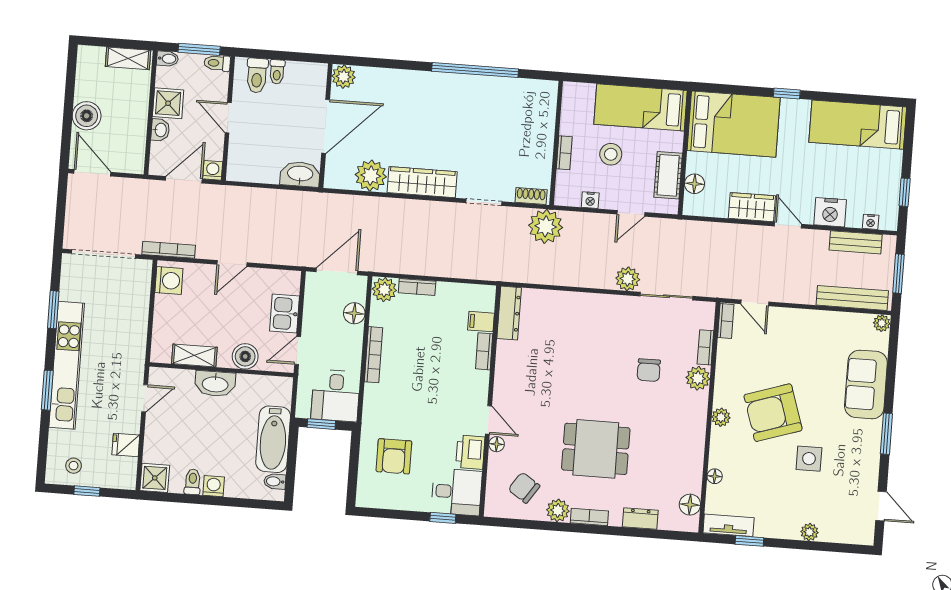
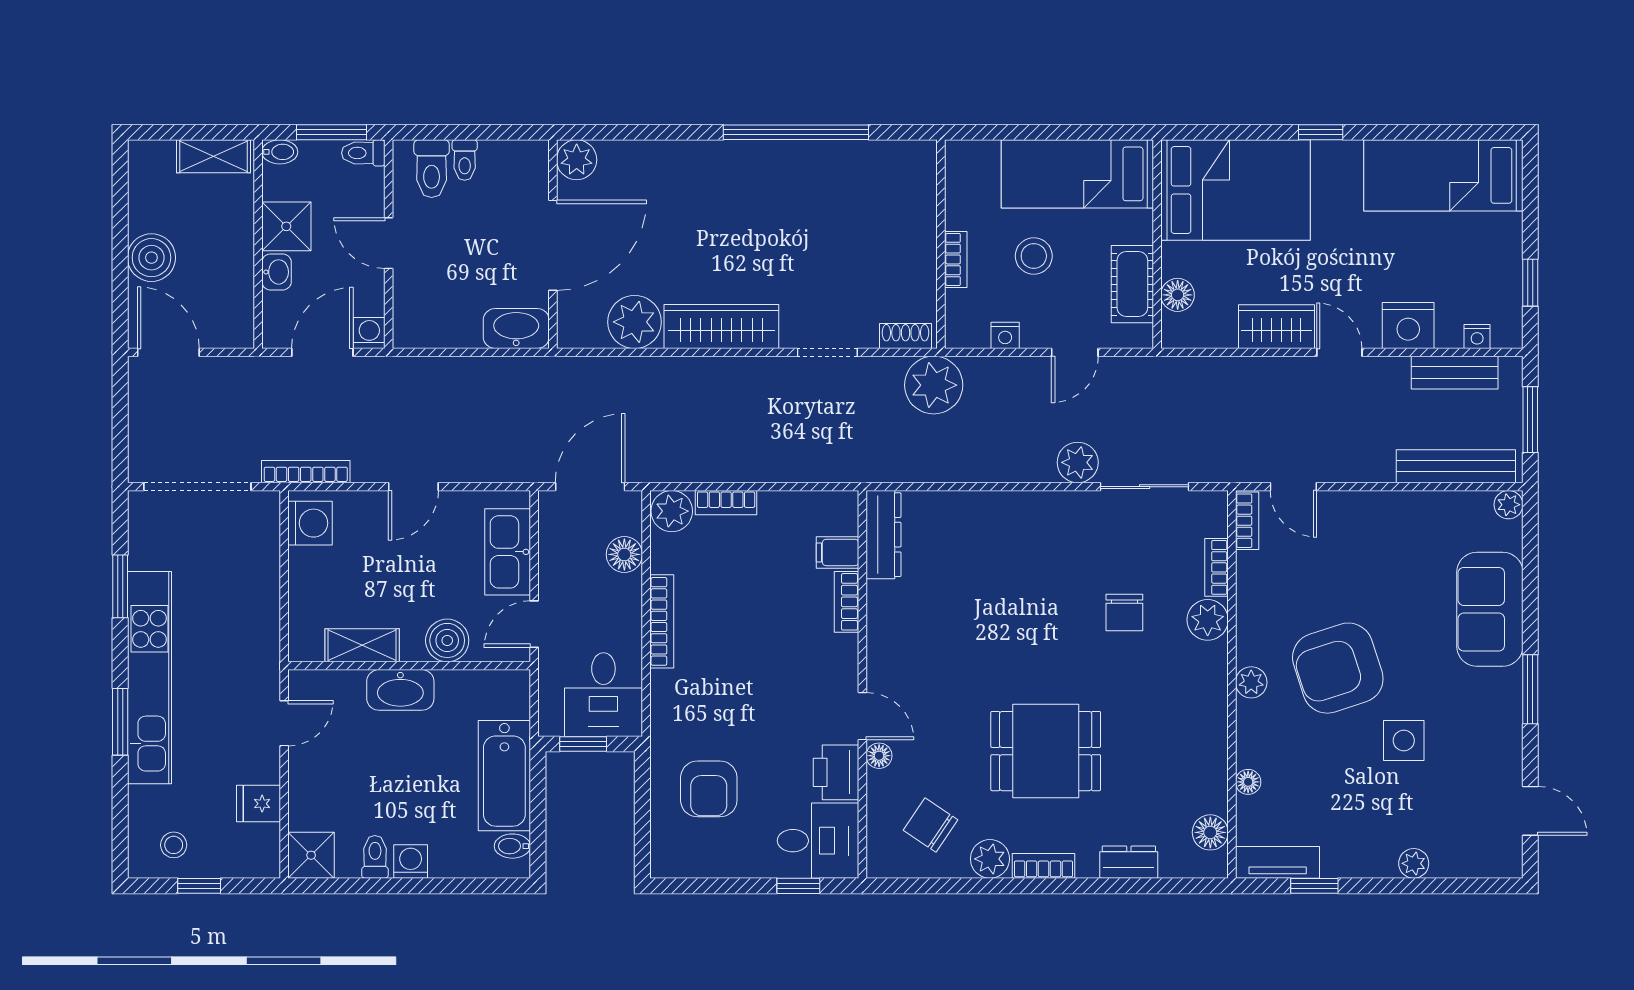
kitchen sink: (285, 314) -> (508, 552), width x1.38

